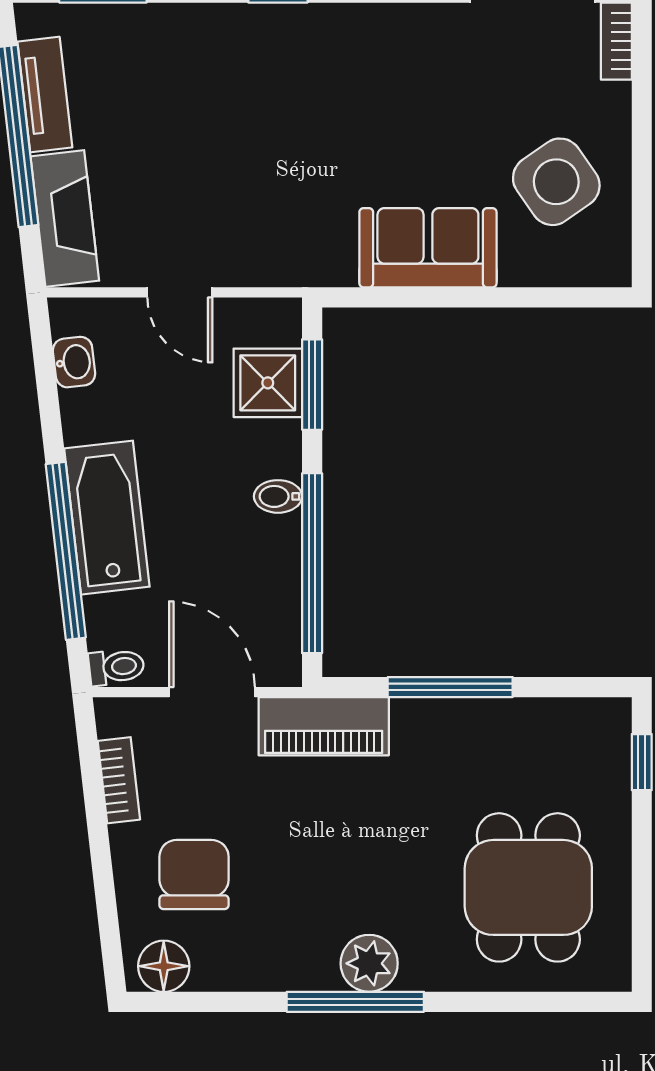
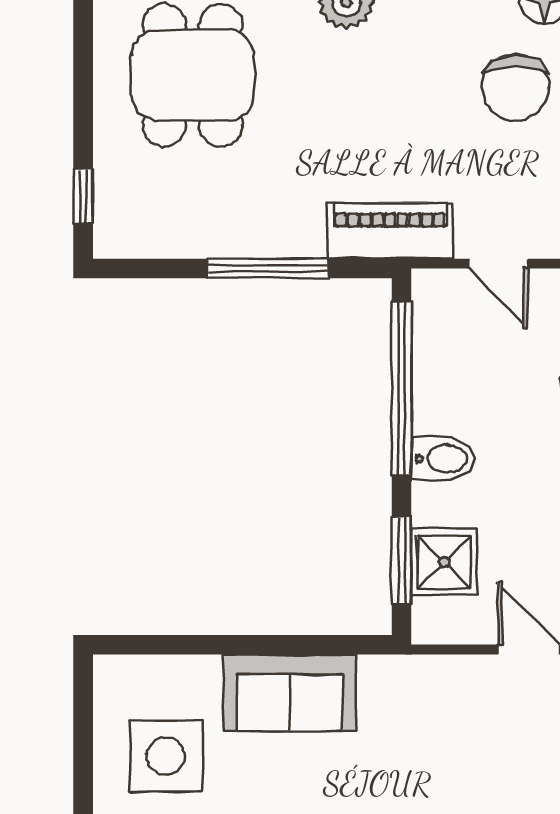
side table: (556, 182) -> (166, 756), turned 35
bidet: (278, 496) -> (443, 459), width x1.38, depth x1.36
door: (212, 692) -> (498, 264), width x0.73

